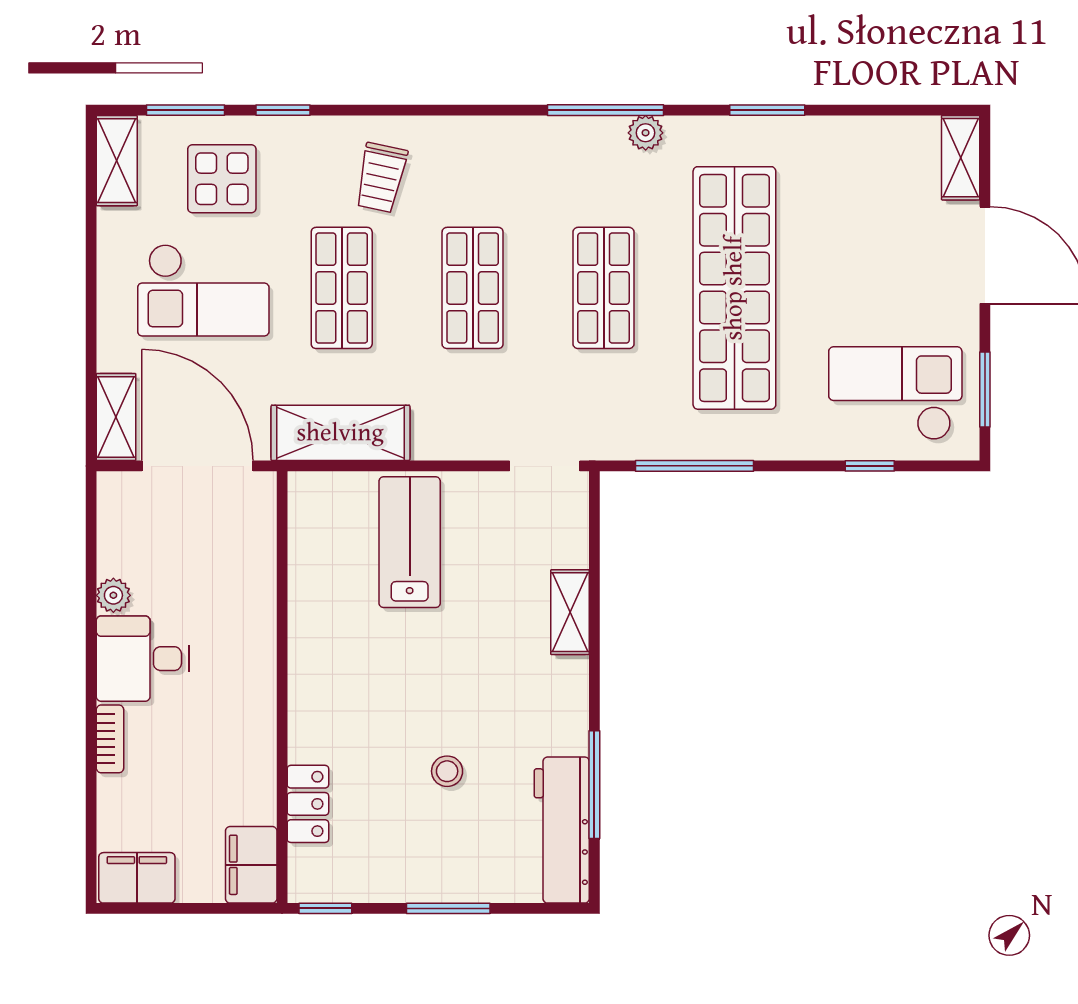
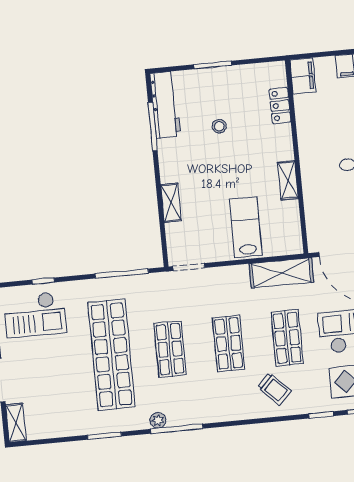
trolley: (381, 178) -> (274, 389), turned 123
lab bench: (410, 542) -> (246, 227), turned 180
shelving: (306, 637) -> (288, 180), added
window: (325, 908) -> (268, 60), removed

